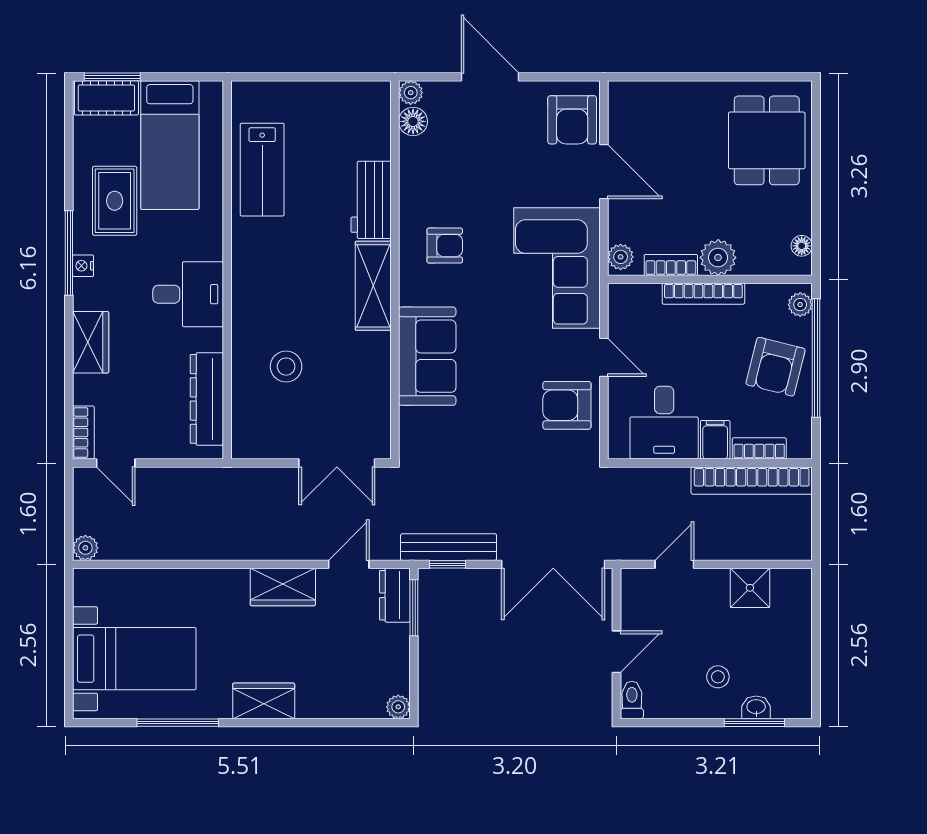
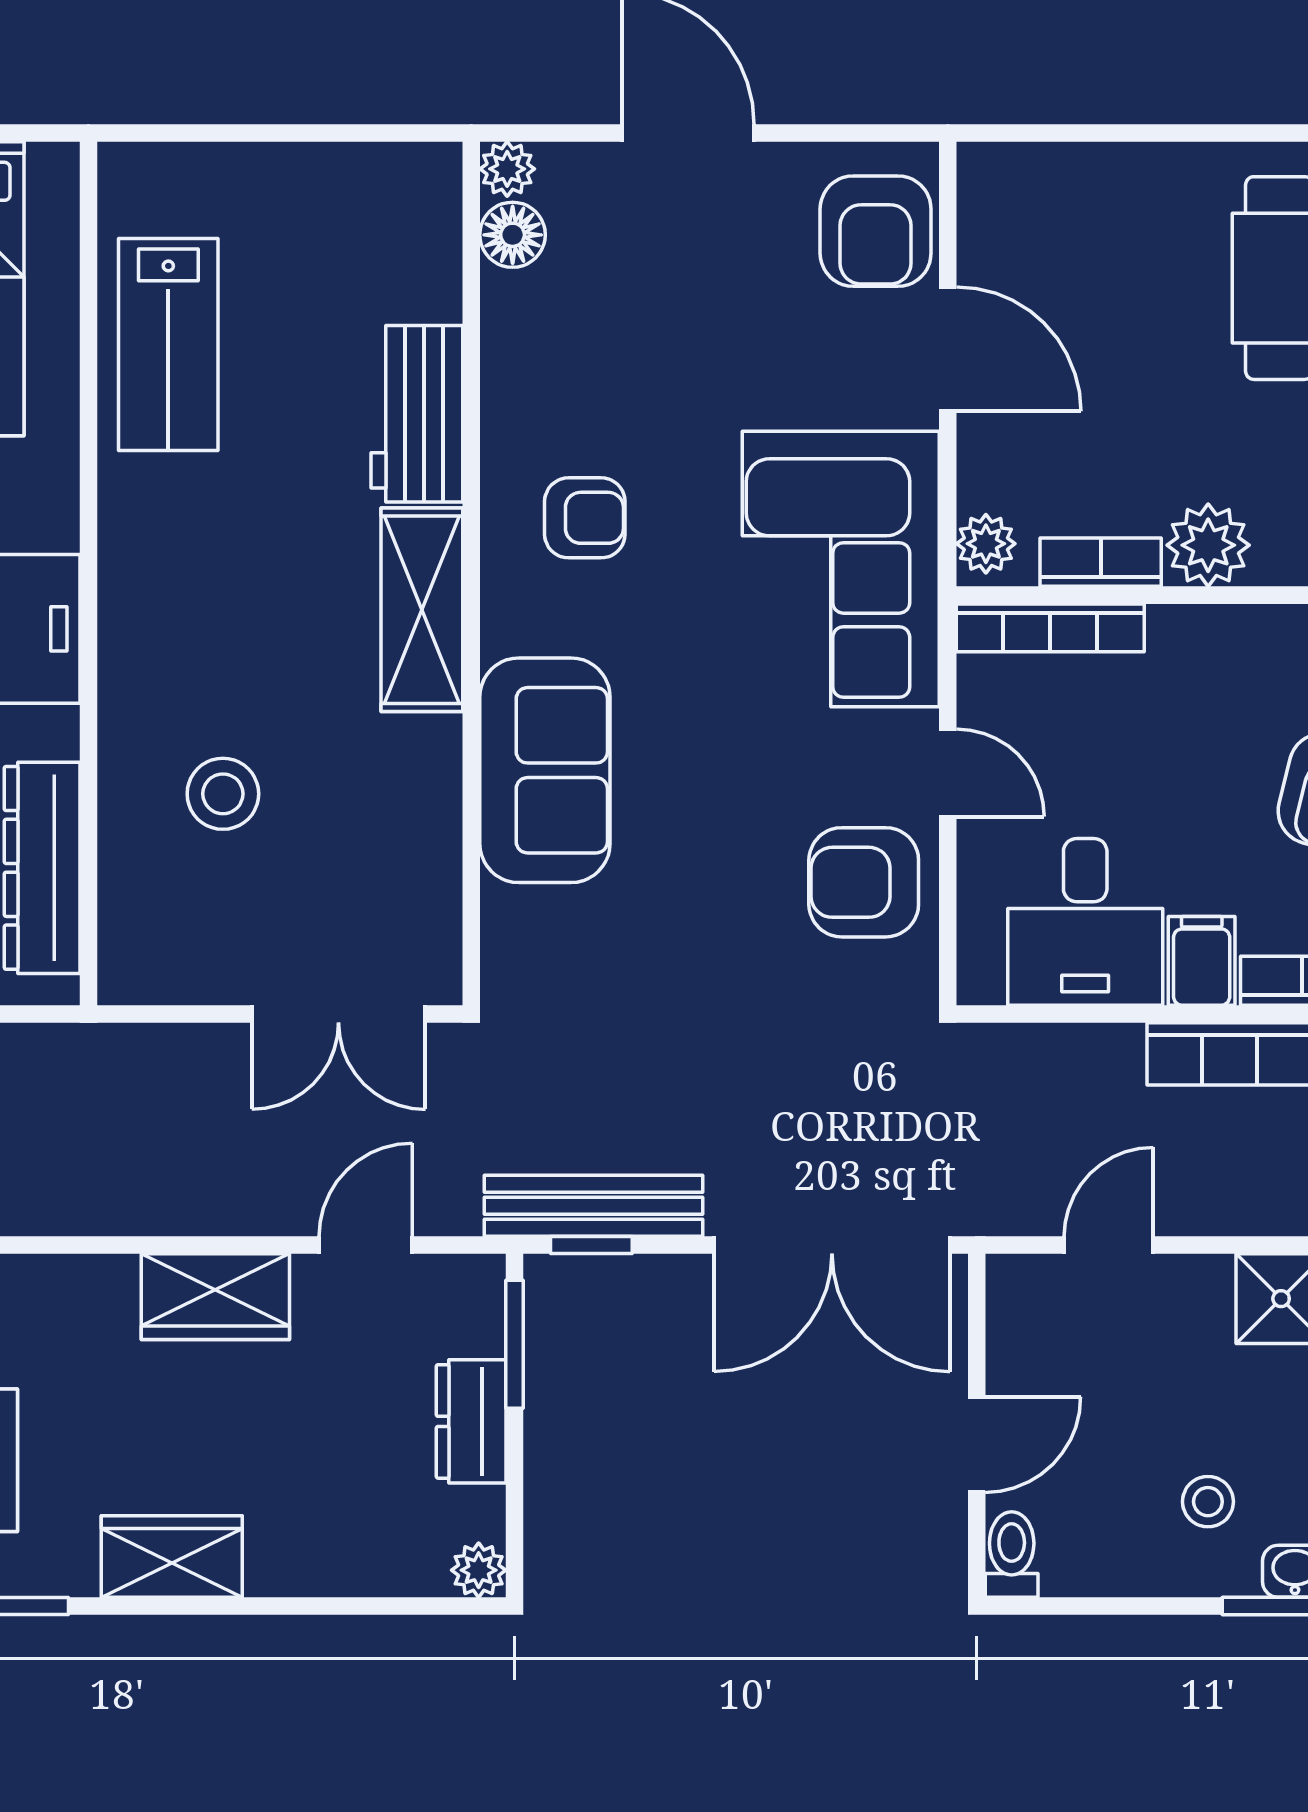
bookcase: (703, 294) -> (1050, 628), moved
dresser: (395, 595) -> (471, 1421), moved

